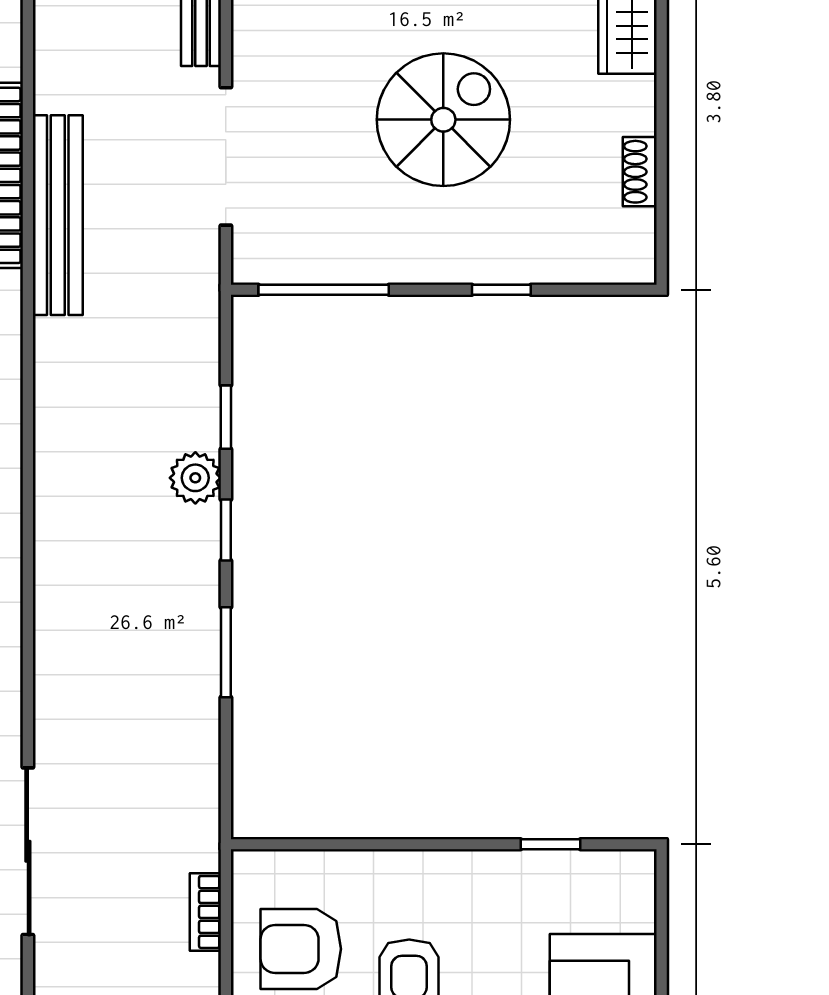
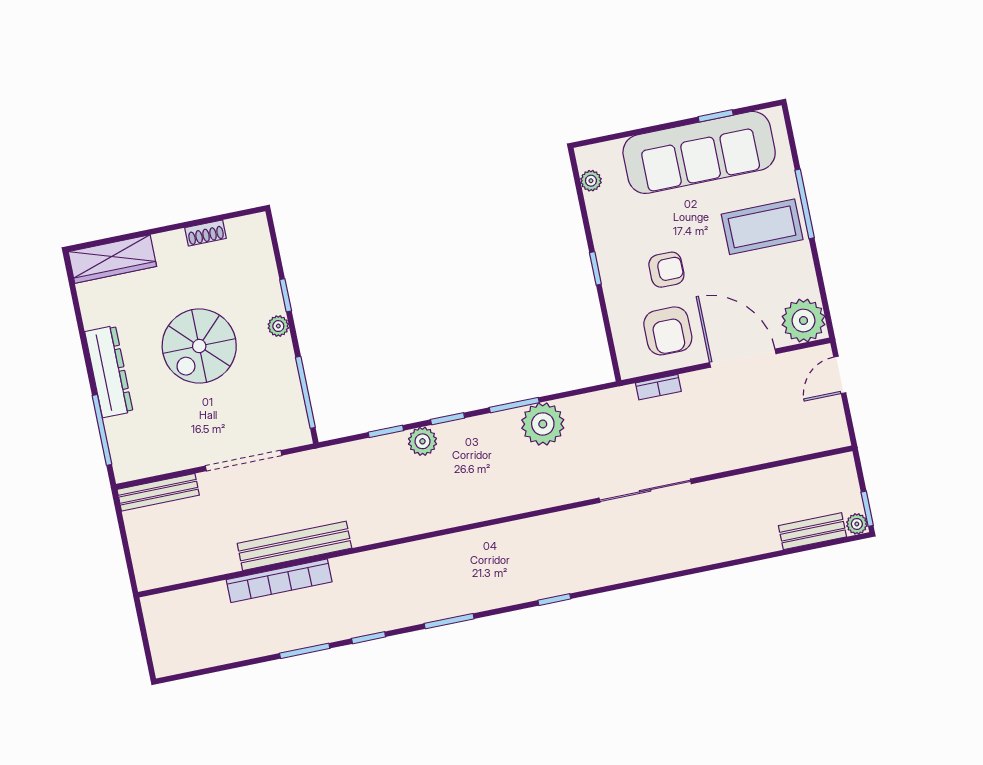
spiral stairs: (443, 120) -> (199, 346), turned -90
plant: (450, 266) -> (278, 326), added
plant: (182, 696) -> (543, 424), added
window: (551, 844) -> (595, 268), moved
plant: (593, 868) -> (591, 181), added

